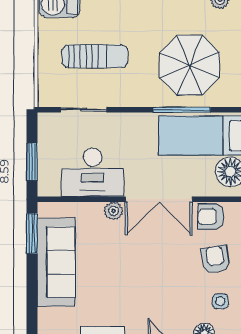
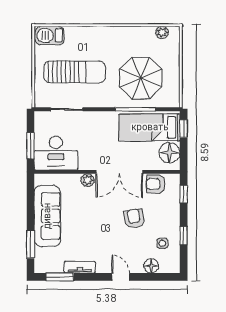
sun lounger: (95, 56) -> (75, 72), width x1.36, depth x1.34
desk: (93, 172) -> (56, 153), moved
window: (32, 234) -> (30, 244), moved
armchair: (216, 260) -> (134, 218), moved

